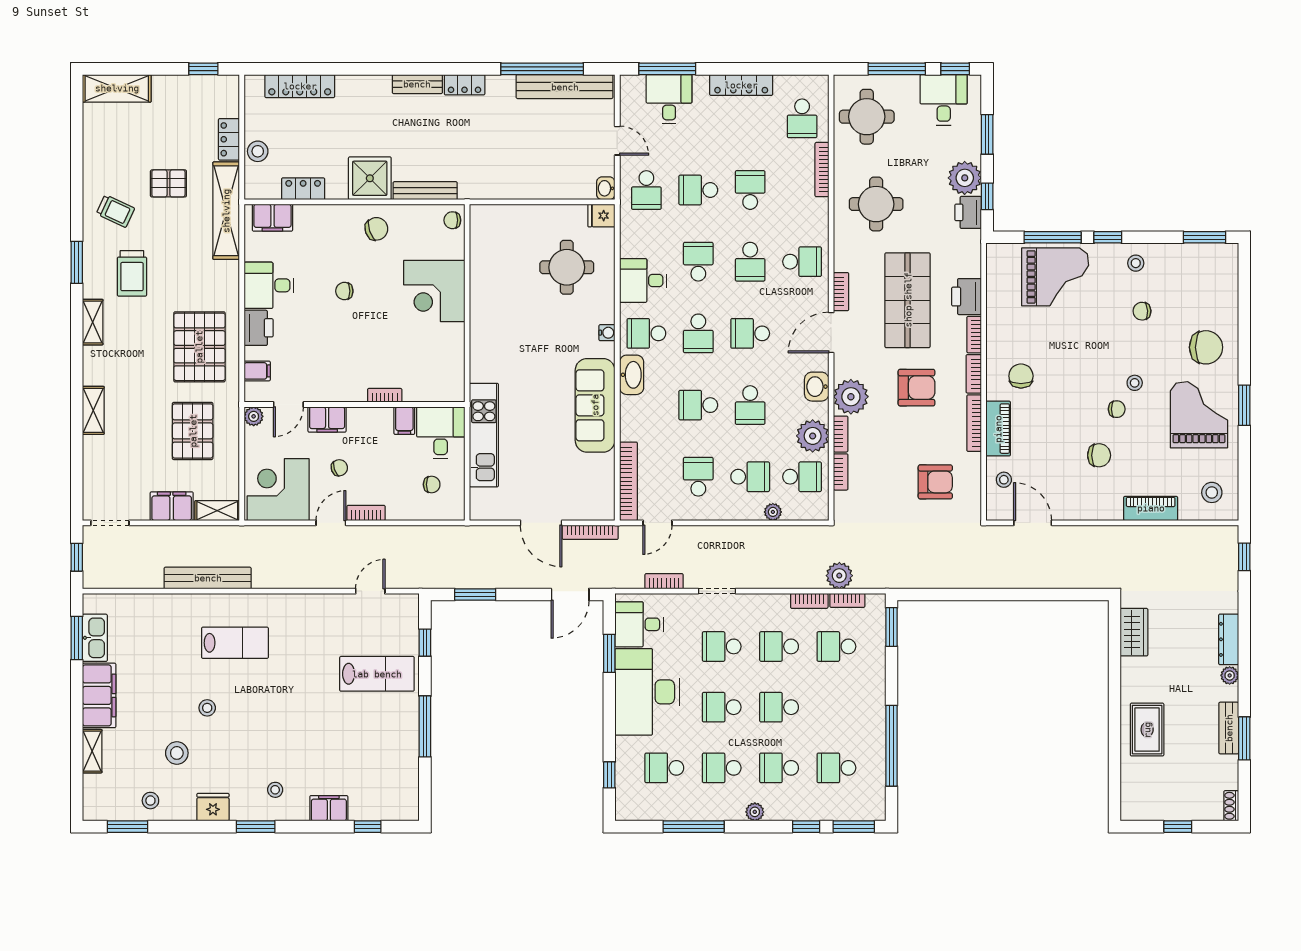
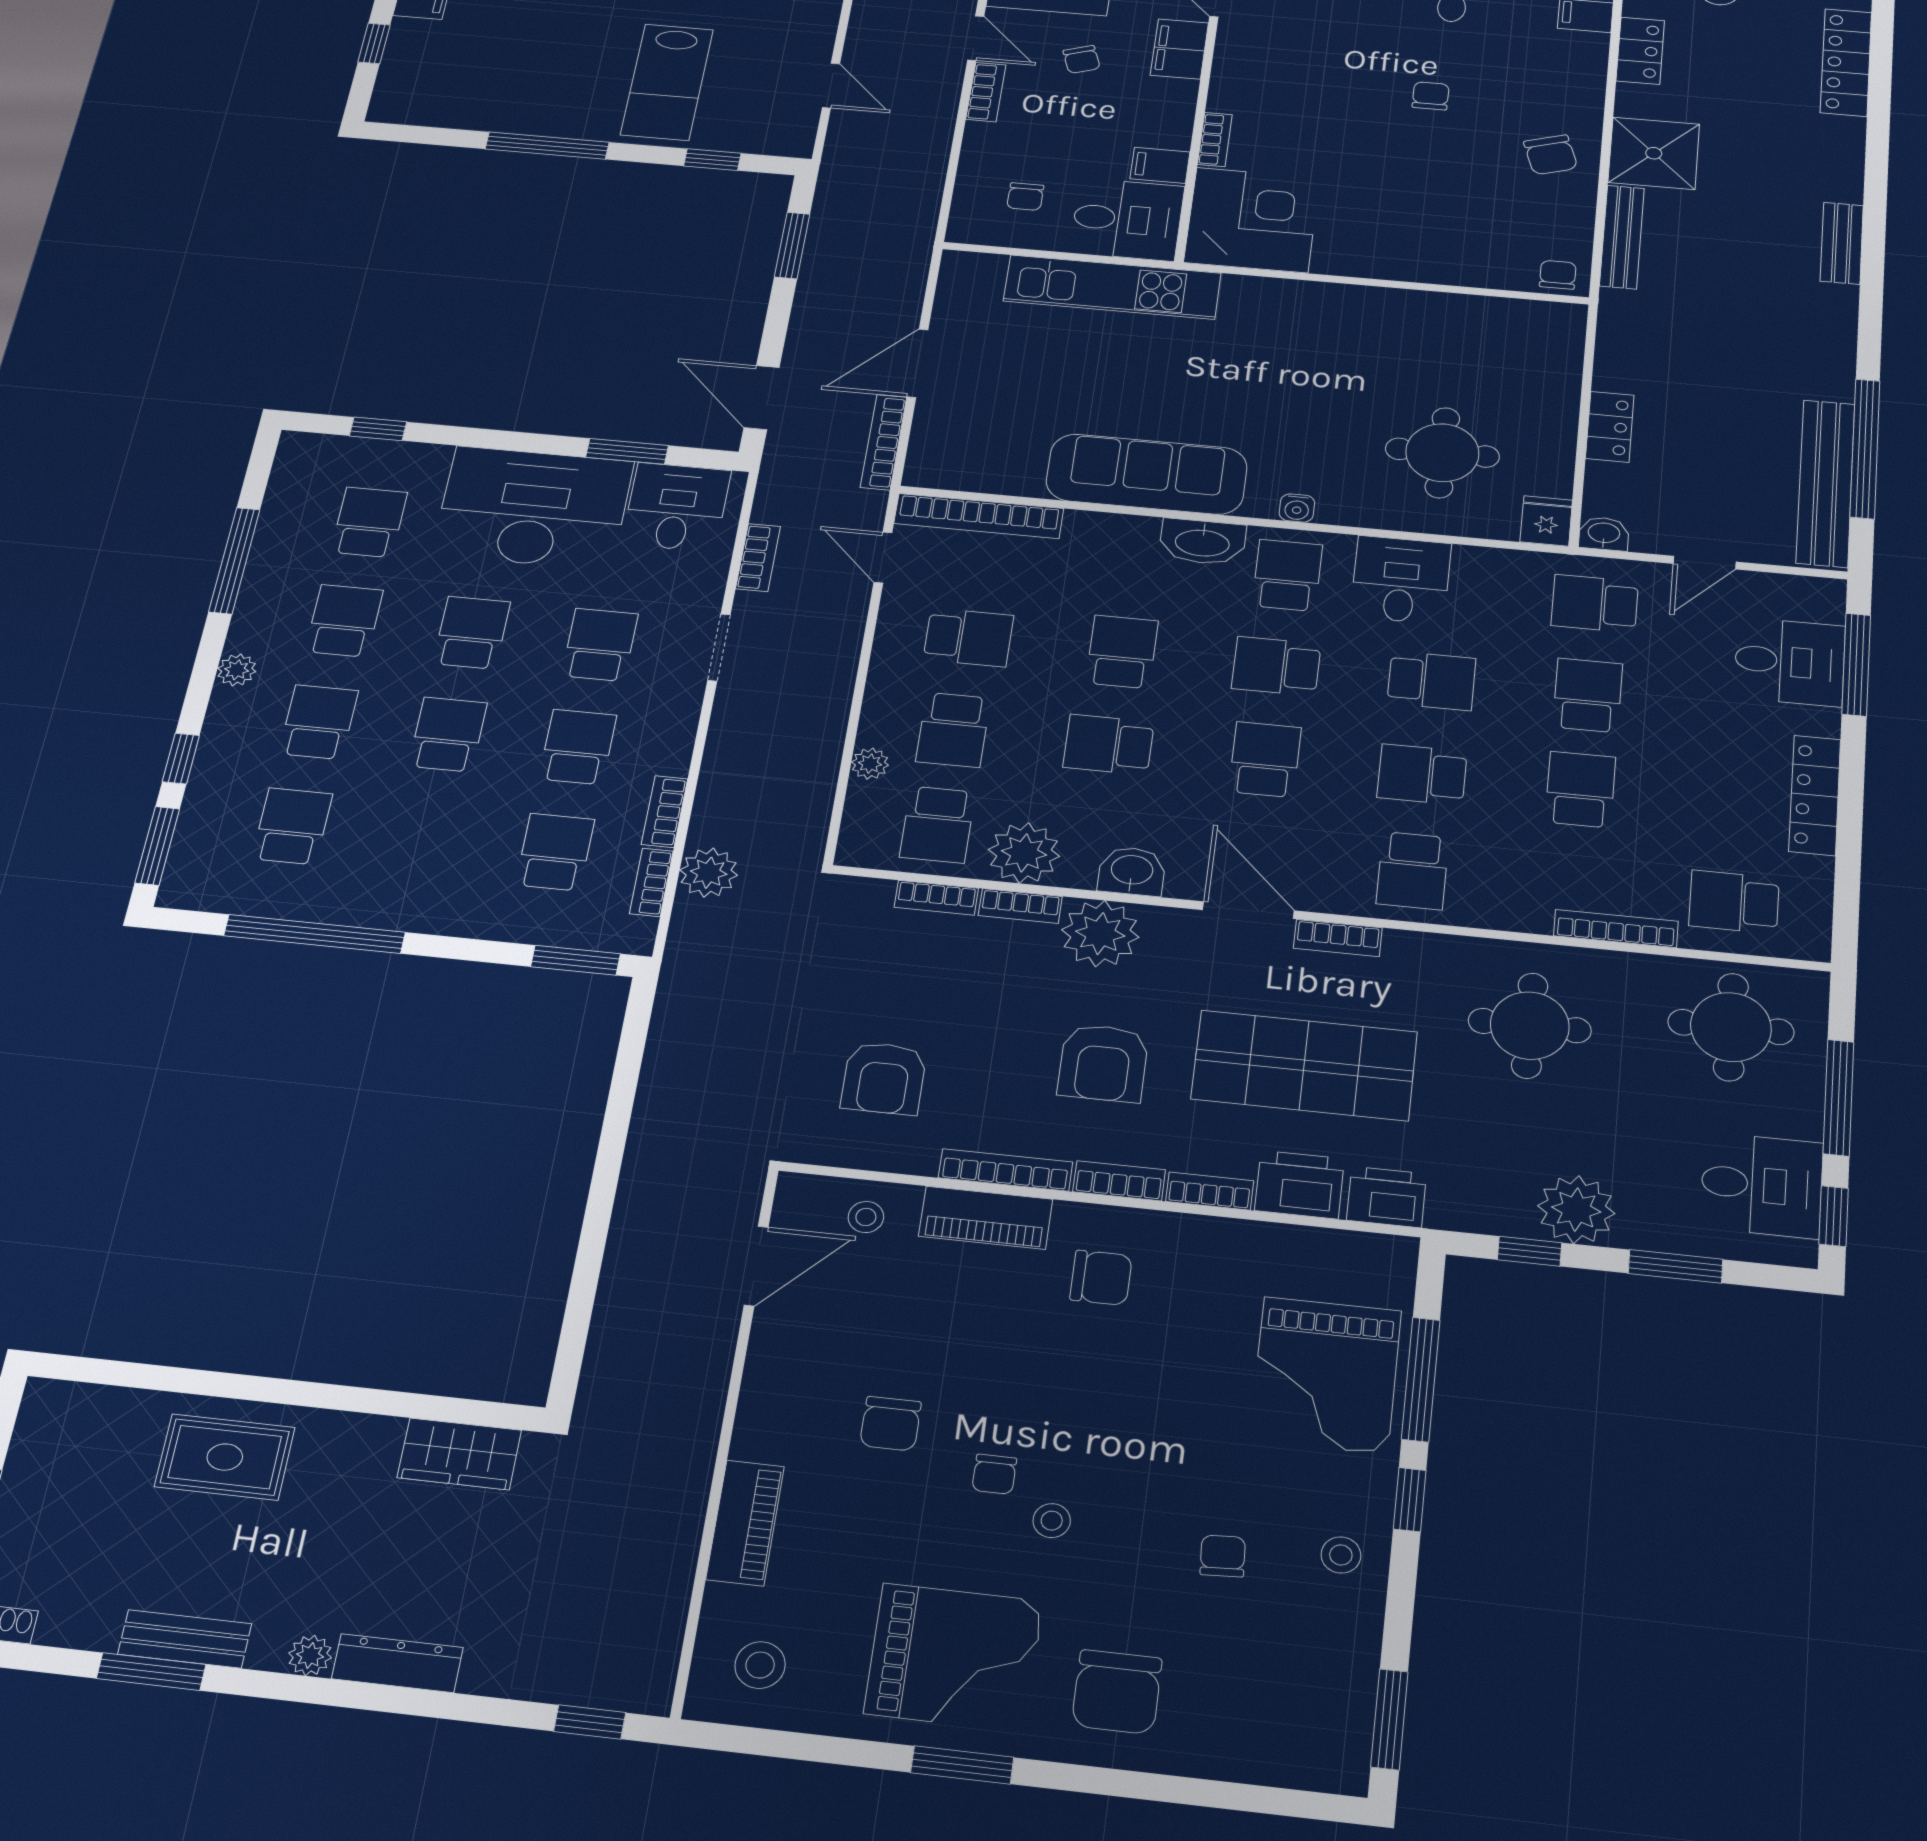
locker: (465, 85) -> (1610, 427), moved, turned 180
school desk: (750, 190) -> (1580, 790), turned -90
printer: (968, 212) -> (1386, 1197), moved
corner desk: (434, 291) -> (1252, 220), moved, turned 90

